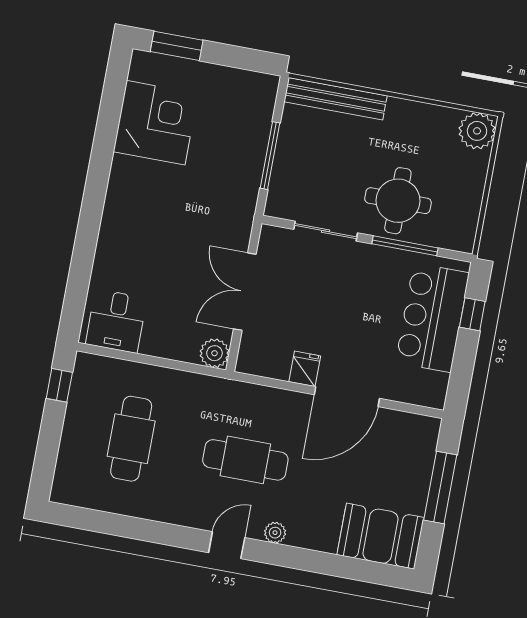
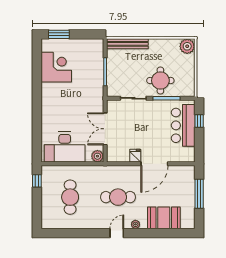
desk: (116, 321) -> (65, 147), width x1.87, depth x1.30
booth: (380, 536) -> (164, 218), moved

